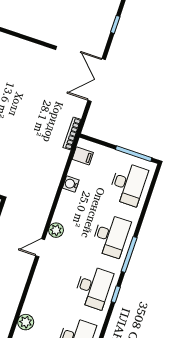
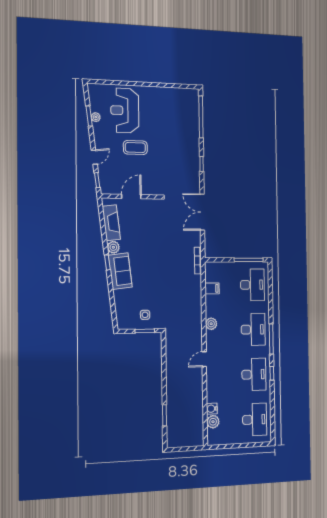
door: (19, 36) -> (131, 197), added
filing cabinet: (83, 156) -> (212, 288), moved
water cooler: (71, 184) -> (212, 409), moved
plant: (56, 230) -> (211, 324), moved

